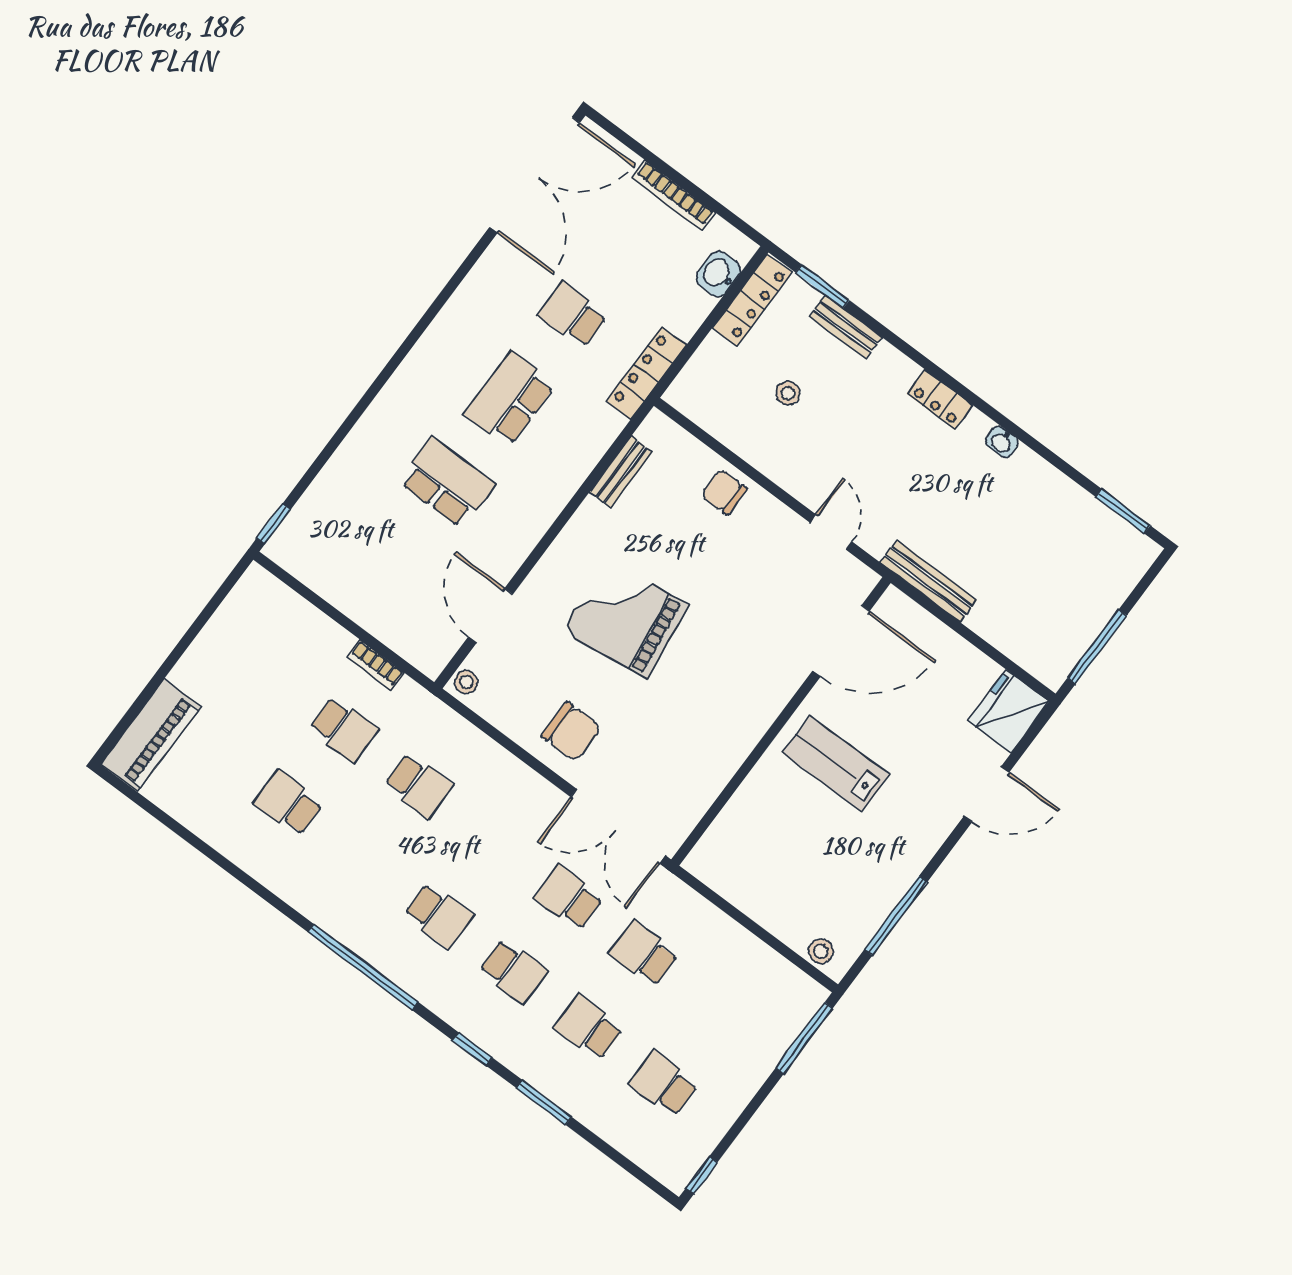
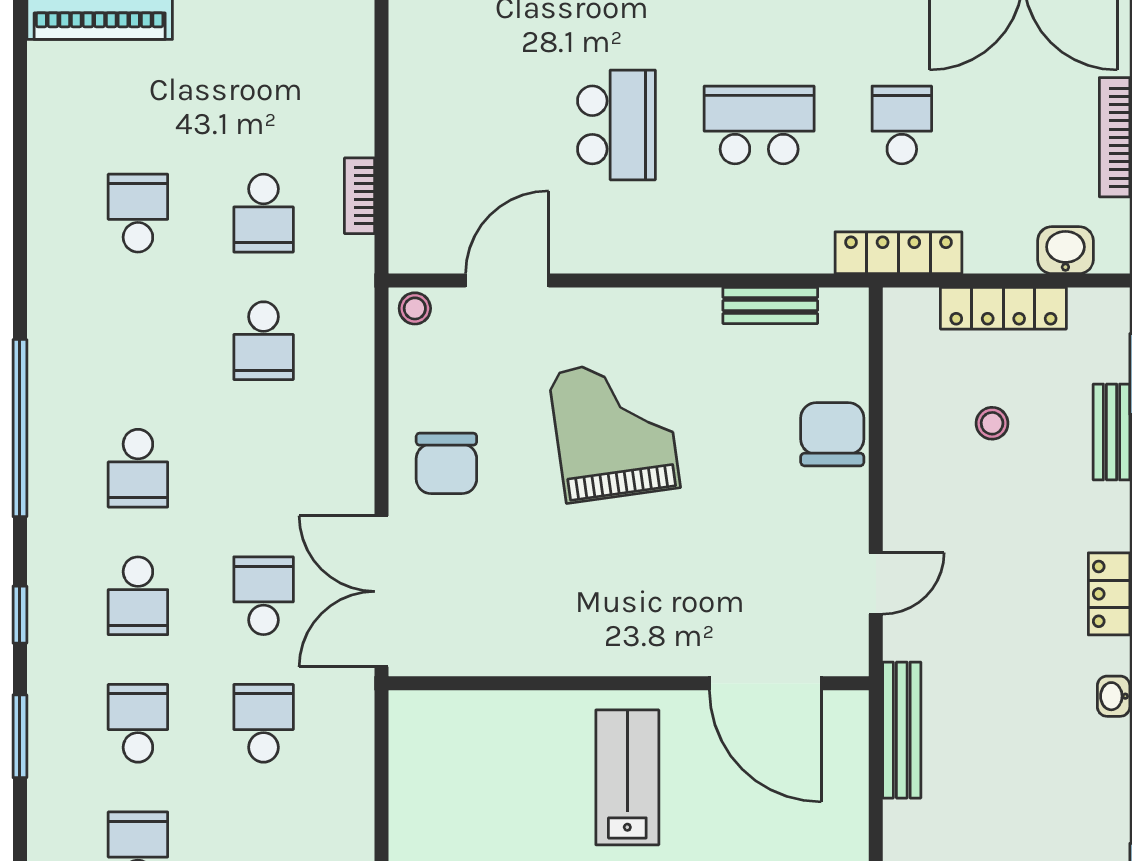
locker: (752, 300) -> (1003, 308), moved
chair: (724, 492) -> (832, 434), width x1.37, depth x1.37

